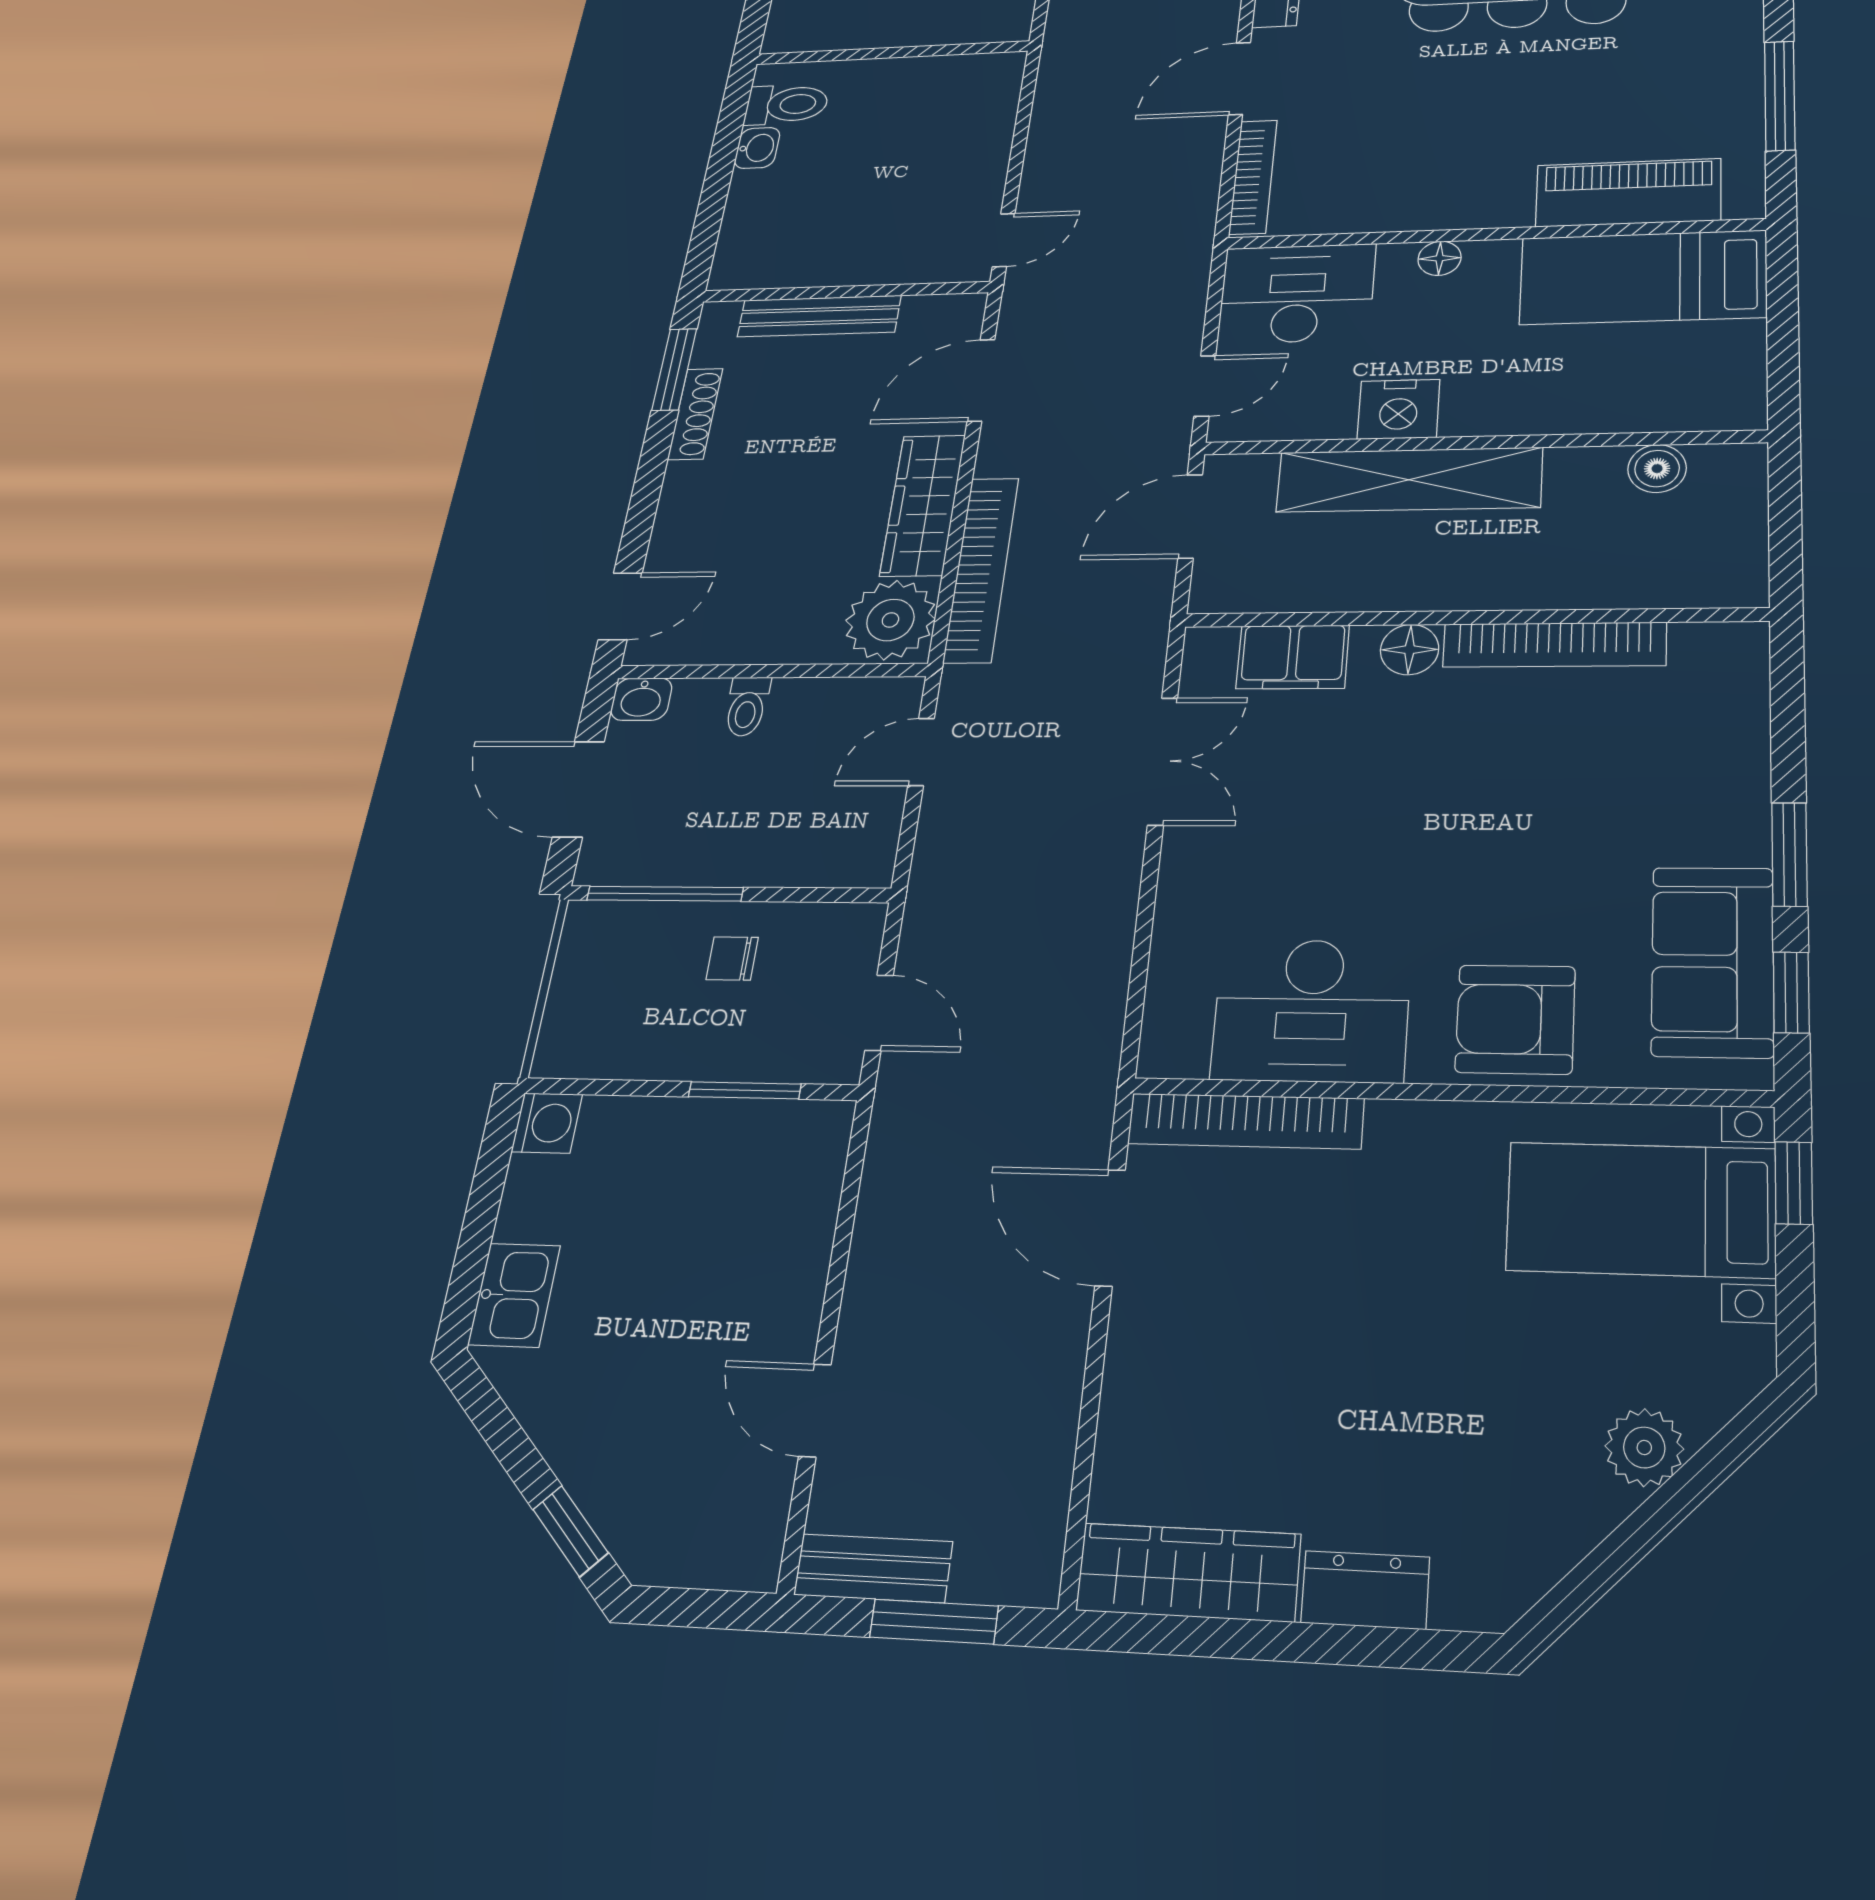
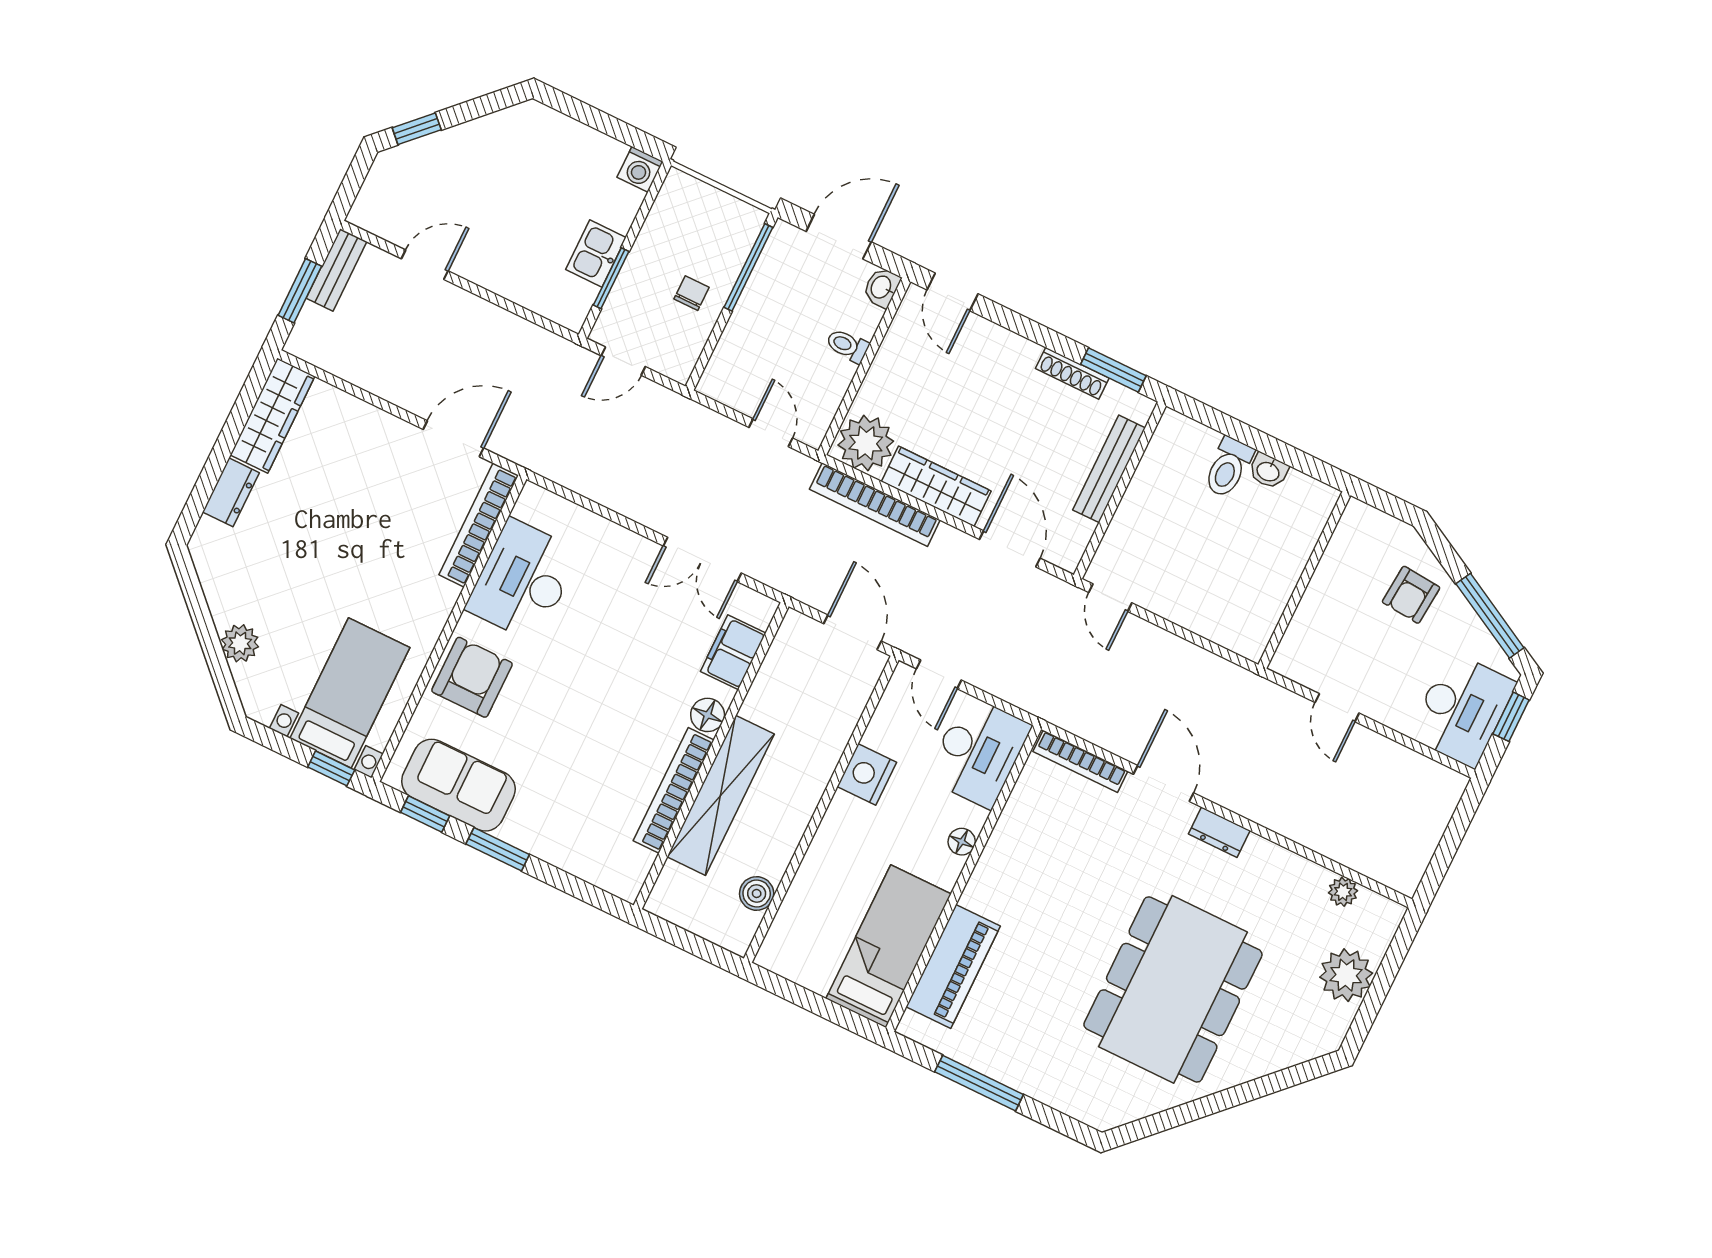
toilet: (787, 104) -> (1228, 467), moved
shelving: (1409, 480) -> (721, 795), moved
kitchen sink: (514, 1295) -> (596, 253), moved, turned 90

